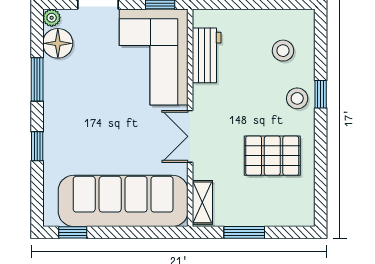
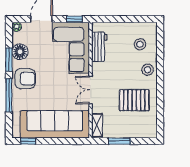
floor lamp: (58, 43) -> (20, 52), moved
window: (321, 94) -> (160, 67), removed
armchair: (68, 115) -> (25, 79), added
window: (37, 146) -> (9, 95), width x2.17

